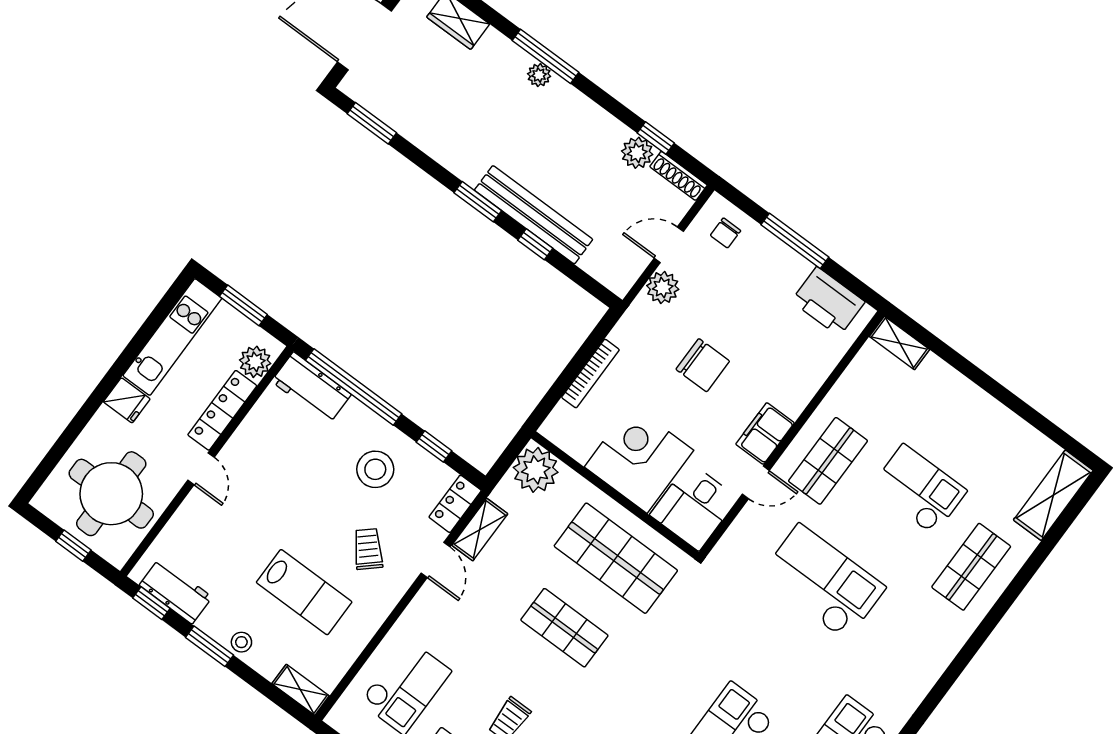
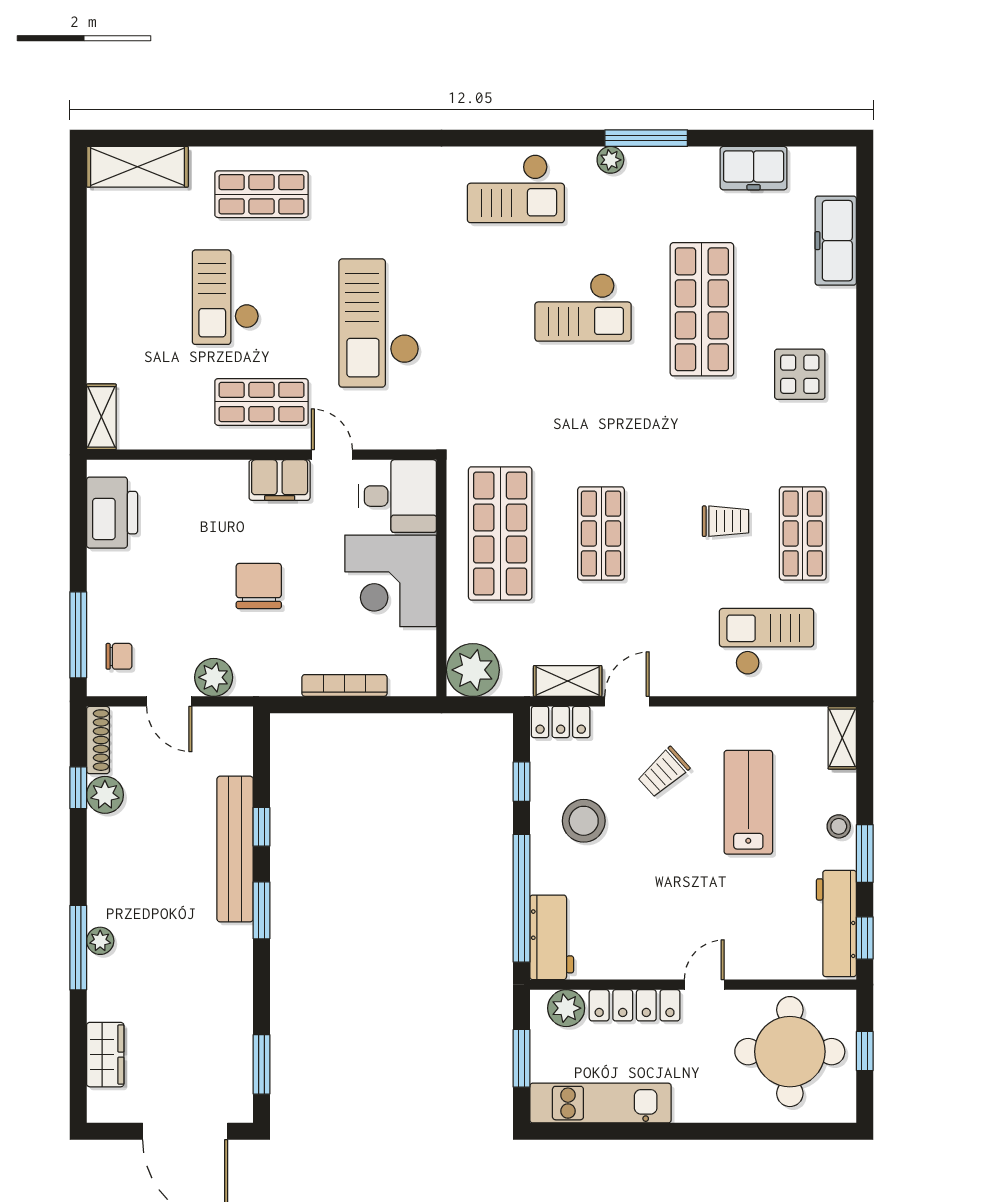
window: (795, 241) -> (78, 635), moved
fridge: (127, 400) -> (692, 1102), removed
workbench: (176, 591) -> (836, 923), width x1.38

